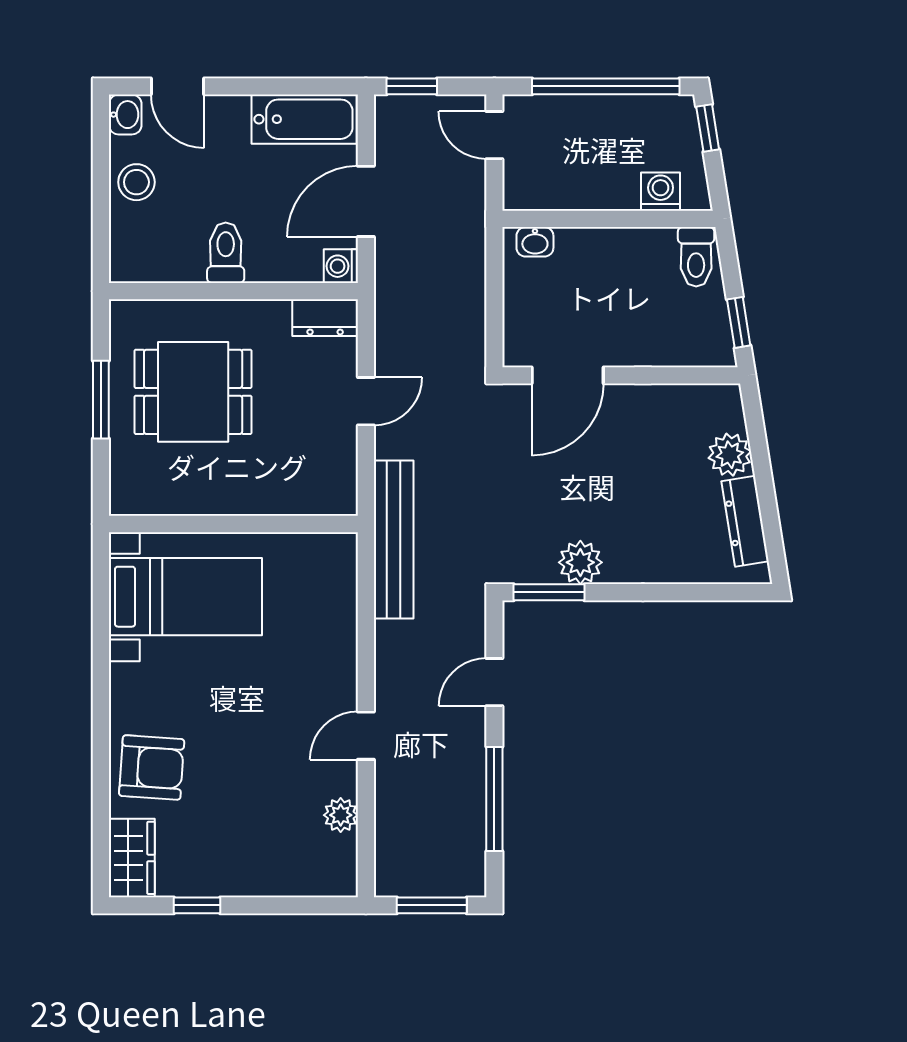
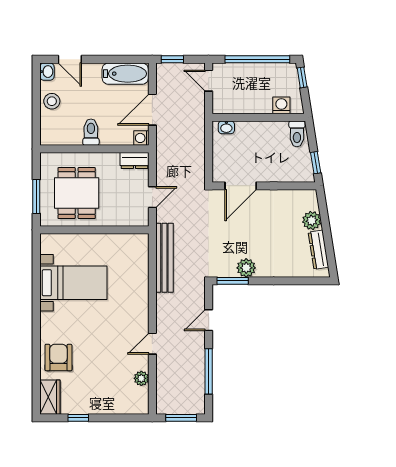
dining table: (193, 392) -> (77, 193), turned 90
wall: (233, 524) -> (94, 230), moved
armchair: (152, 767) -> (58, 358), turned -94

